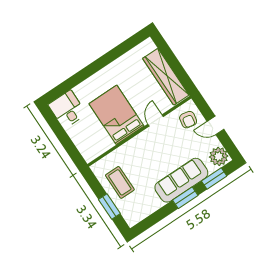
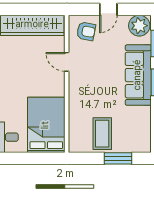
bed: (116, 115) -> (46, 125), moved, turned 90
coffee table: (120, 182) -> (102, 134), turned 90

